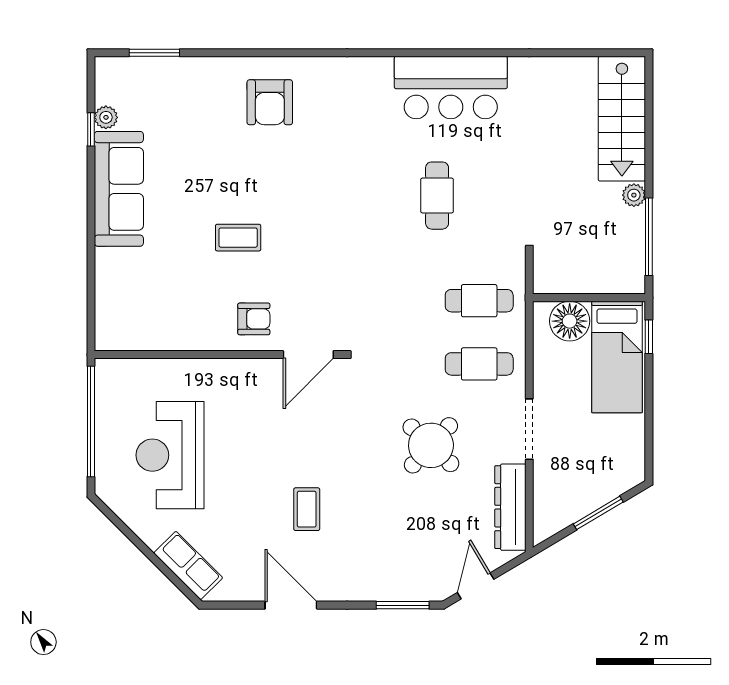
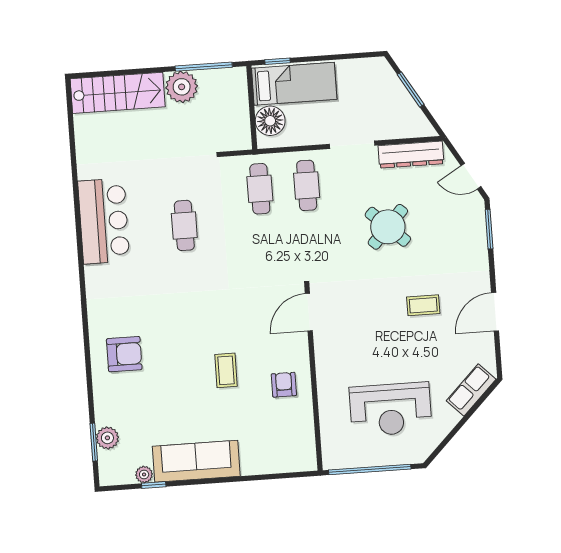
plant: (159, 72) -> (107, 438), added
plant: (634, 195) -> (182, 87), width x1.88, depth x1.88
cafe table: (437, 196) -> (184, 225), turned 90
armchair: (254, 319) -> (284, 385), moved
door: (308, 355) -> (309, 312), swing flipped
round table: (431, 445) -> (388, 227), moved

